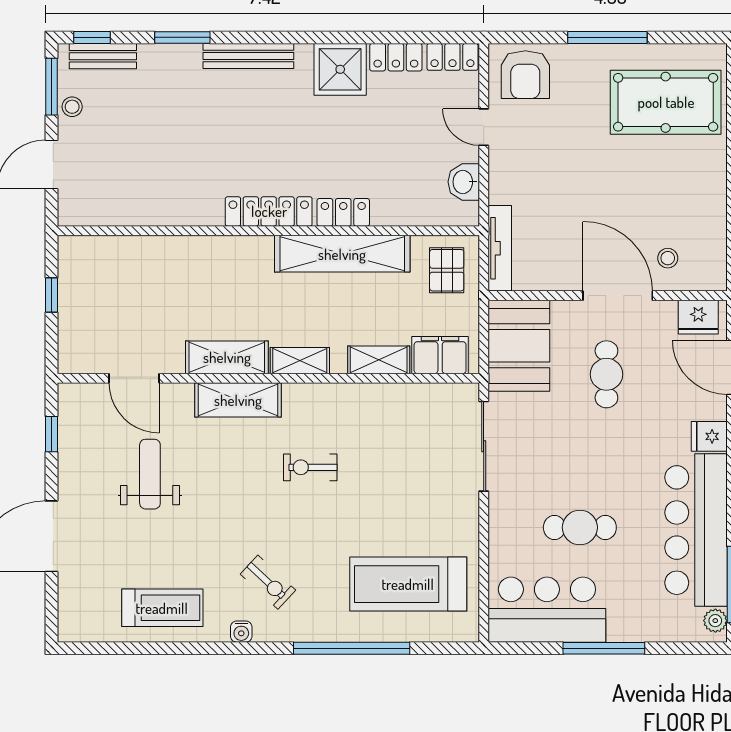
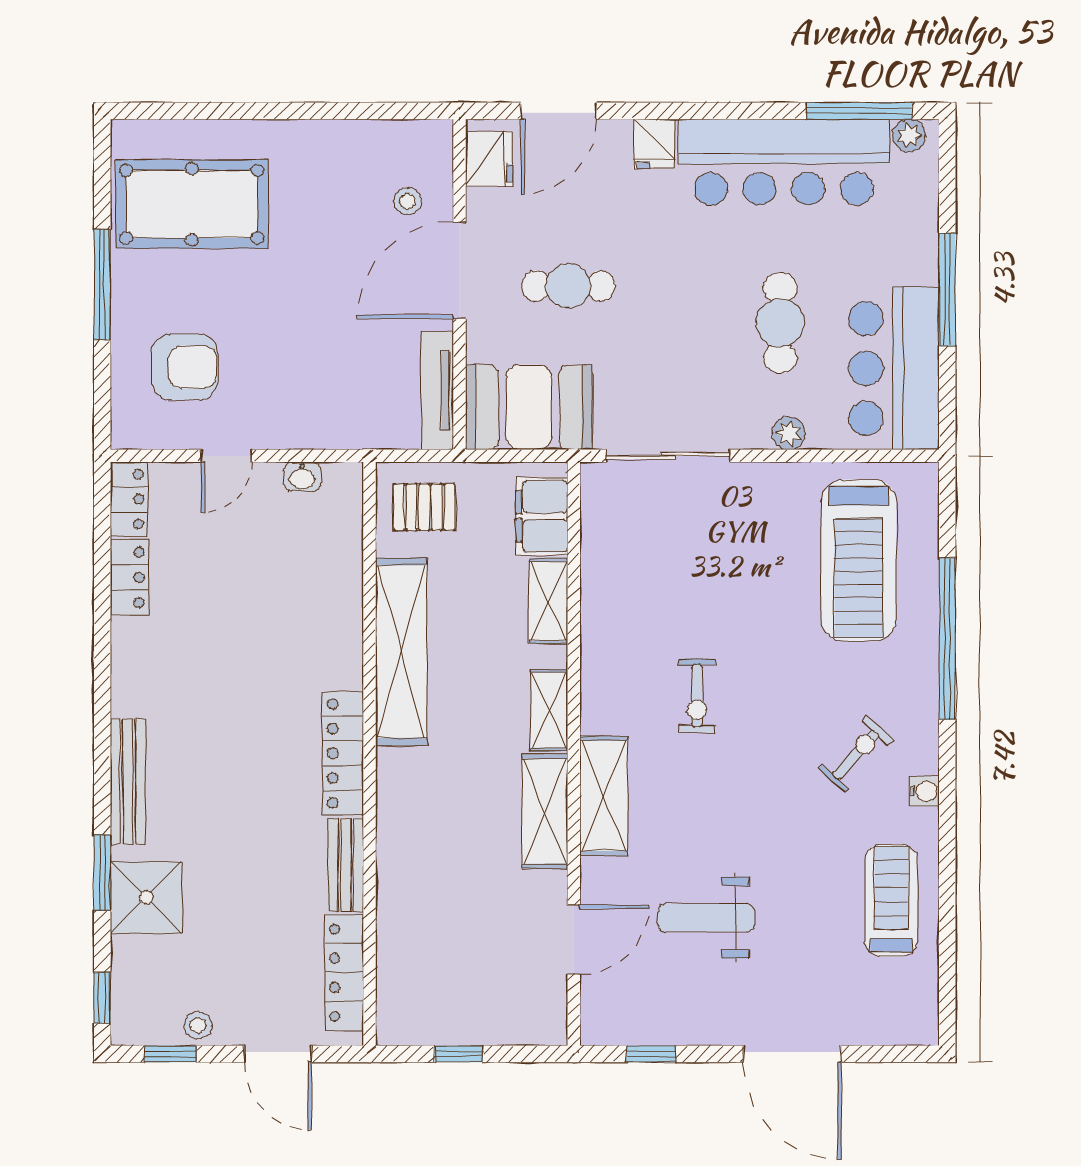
bench: (103, 56) -> (346, 865), moved
shower: (340, 69) -> (146, 897), moved
armchair: (525, 75) -> (185, 367), moved
window: (52, 87) -> (170, 1054), width x0.67
pool table: (666, 102) -> (192, 204), turned 90
washbasin: (464, 182) -> (302, 477), width x0.72, depth x0.69
locker: (343, 212) -> (344, 973), moved, width x1.53
tv unit: (500, 248) -> (437, 390), moved, turned -90
plant: (500, 533) -> (789, 433), added

